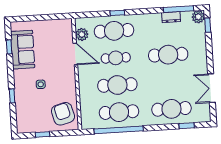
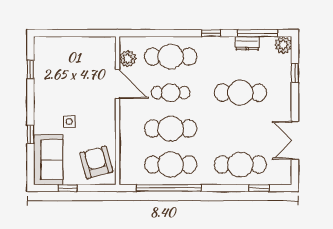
window: (117, 13) -> (211, 33), moved
window: (208, 25) -> (295, 73), moved
sofa: (23, 50) -> (48, 160), moved

